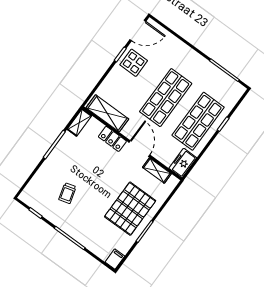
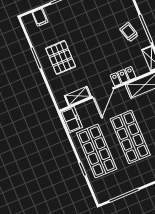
door: (139, 149) -> (103, 93), hinge flipped
trolley: (67, 193) -> (129, 32), moved
pallet: (130, 209) -> (61, 57), width x0.73, depth x0.71
filing cabinet: (115, 259) -> (40, 17), moved

